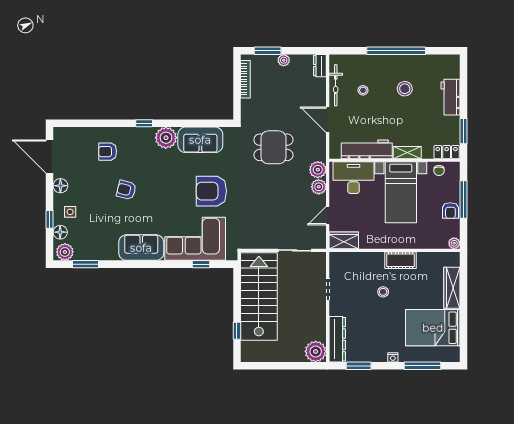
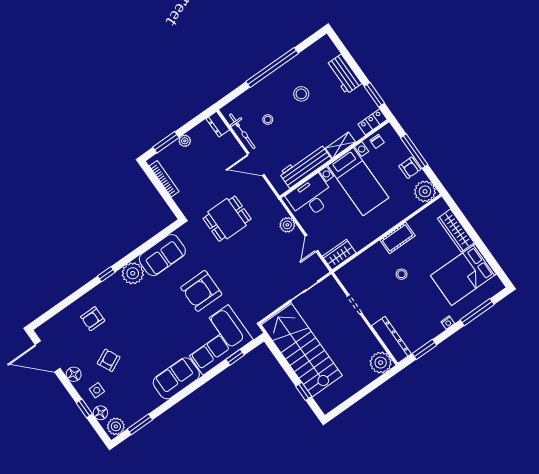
plant: (318, 170) -> (277, 211), removed
armchair: (126, 190) -> (109, 360), moved, turned 140
plant: (454, 243) -> (425, 191), width x1.88, depth x1.88

